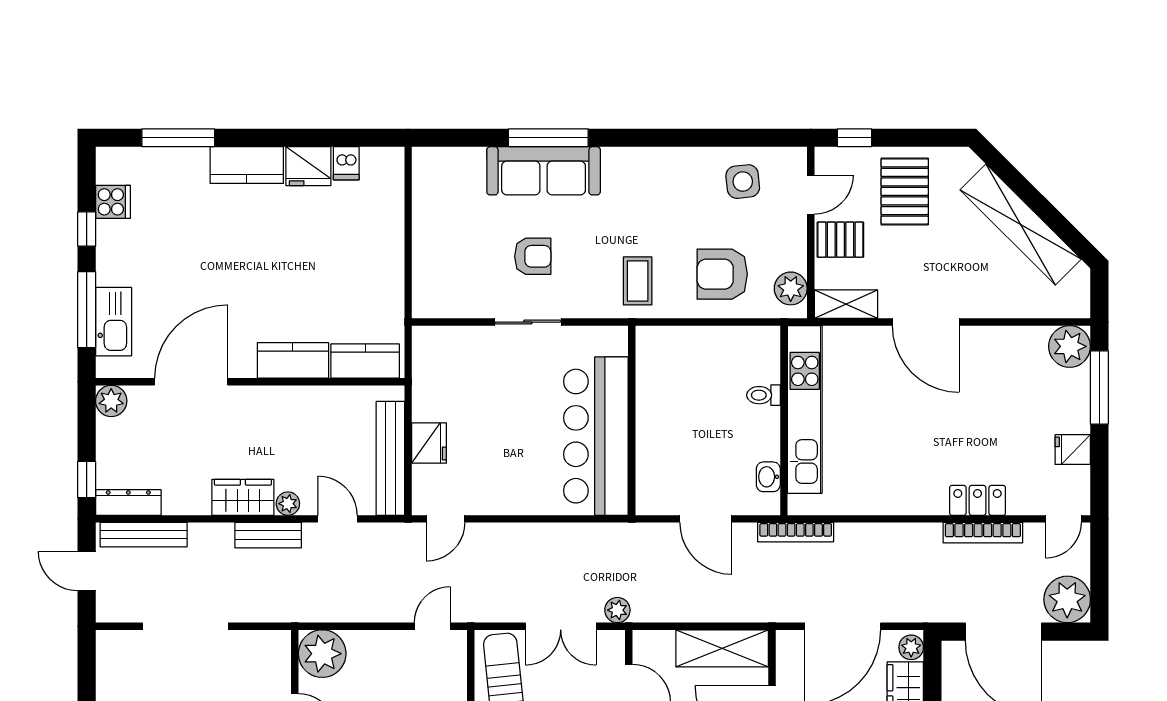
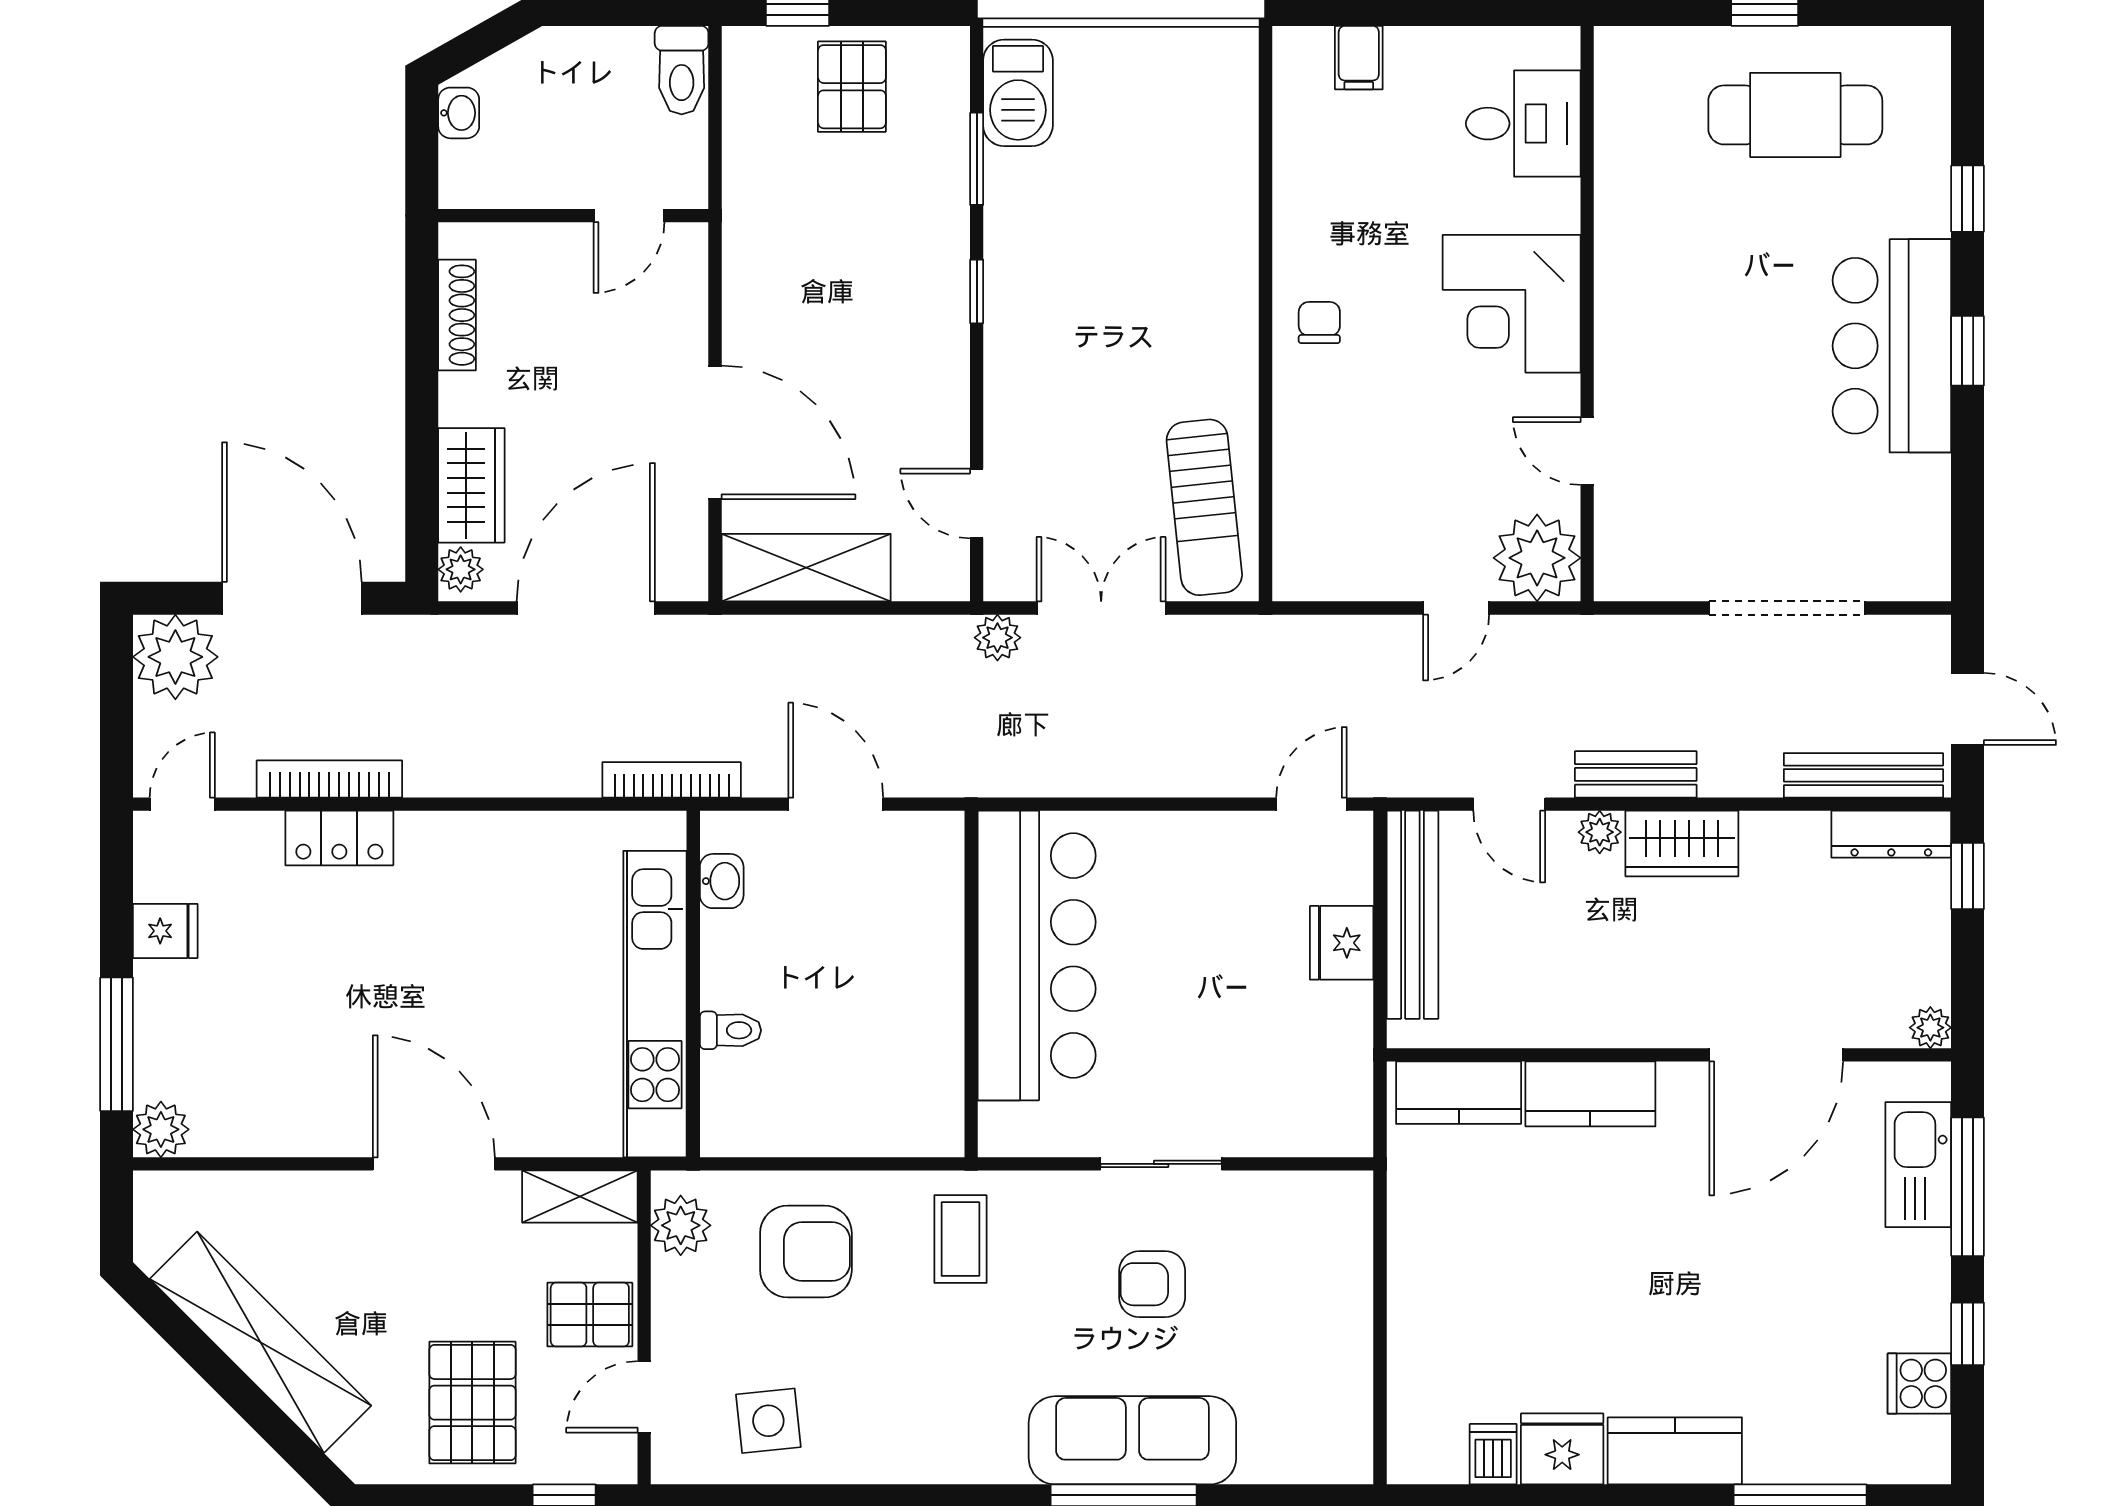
plant: (1070, 346) -> (161, 1129), width x0.73, depth x0.73
plant: (111, 401) -> (1930, 1028), width x0.73, depth x0.73
door: (432, 626) -> (1456, 608), moved

